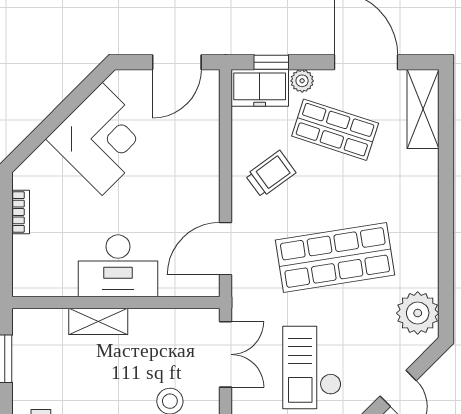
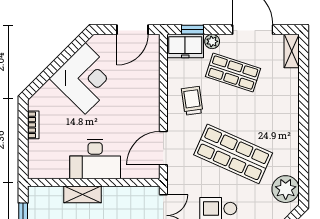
shelving: (423, 109) -> (292, 51), width x0.67, depth x0.75
trolley: (271, 174) -> (192, 101), turned -62
shop shelf: (335, 258) -> (233, 154), turned 33

